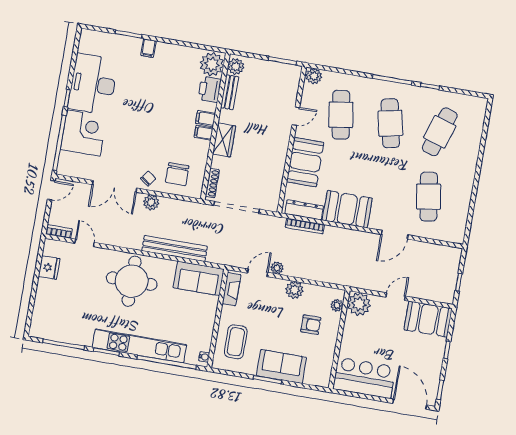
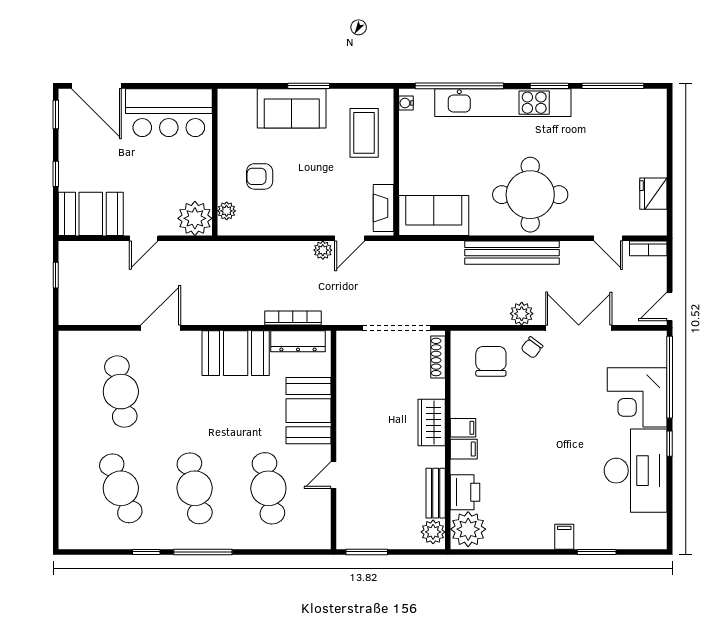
plant: (314, 76) -> (317, 538), removed
cafe table: (440, 132) -> (121, 488), turned -39
bench: (175, 249) -> (512, 253), moved
plant: (294, 290) -> (292, 223), removed

